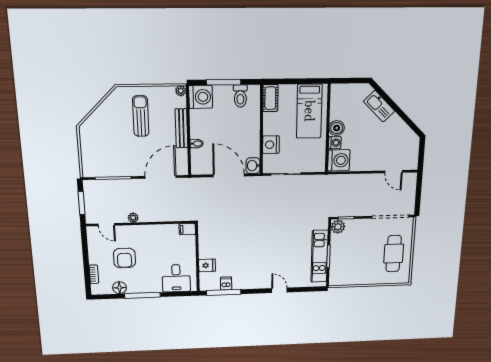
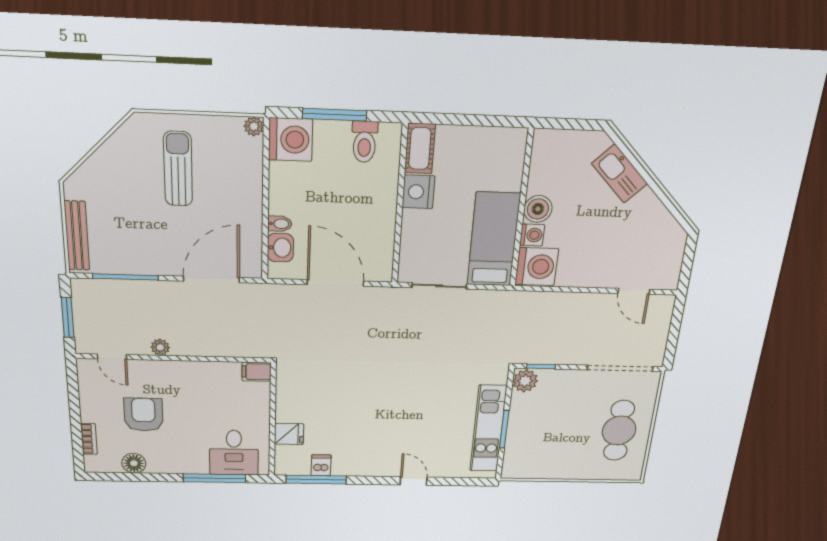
bed: (309, 111) -> (494, 239), moved, turned 180
bench: (181, 128) -> (77, 236), moved
nightstand: (271, 145) -> (418, 192), moved
washbasin: (253, 166) -> (280, 248), moved, turned 180
armchair: (124, 258) -> (143, 415), turned 180
window: (142, 295) -> (215, 478), moved

